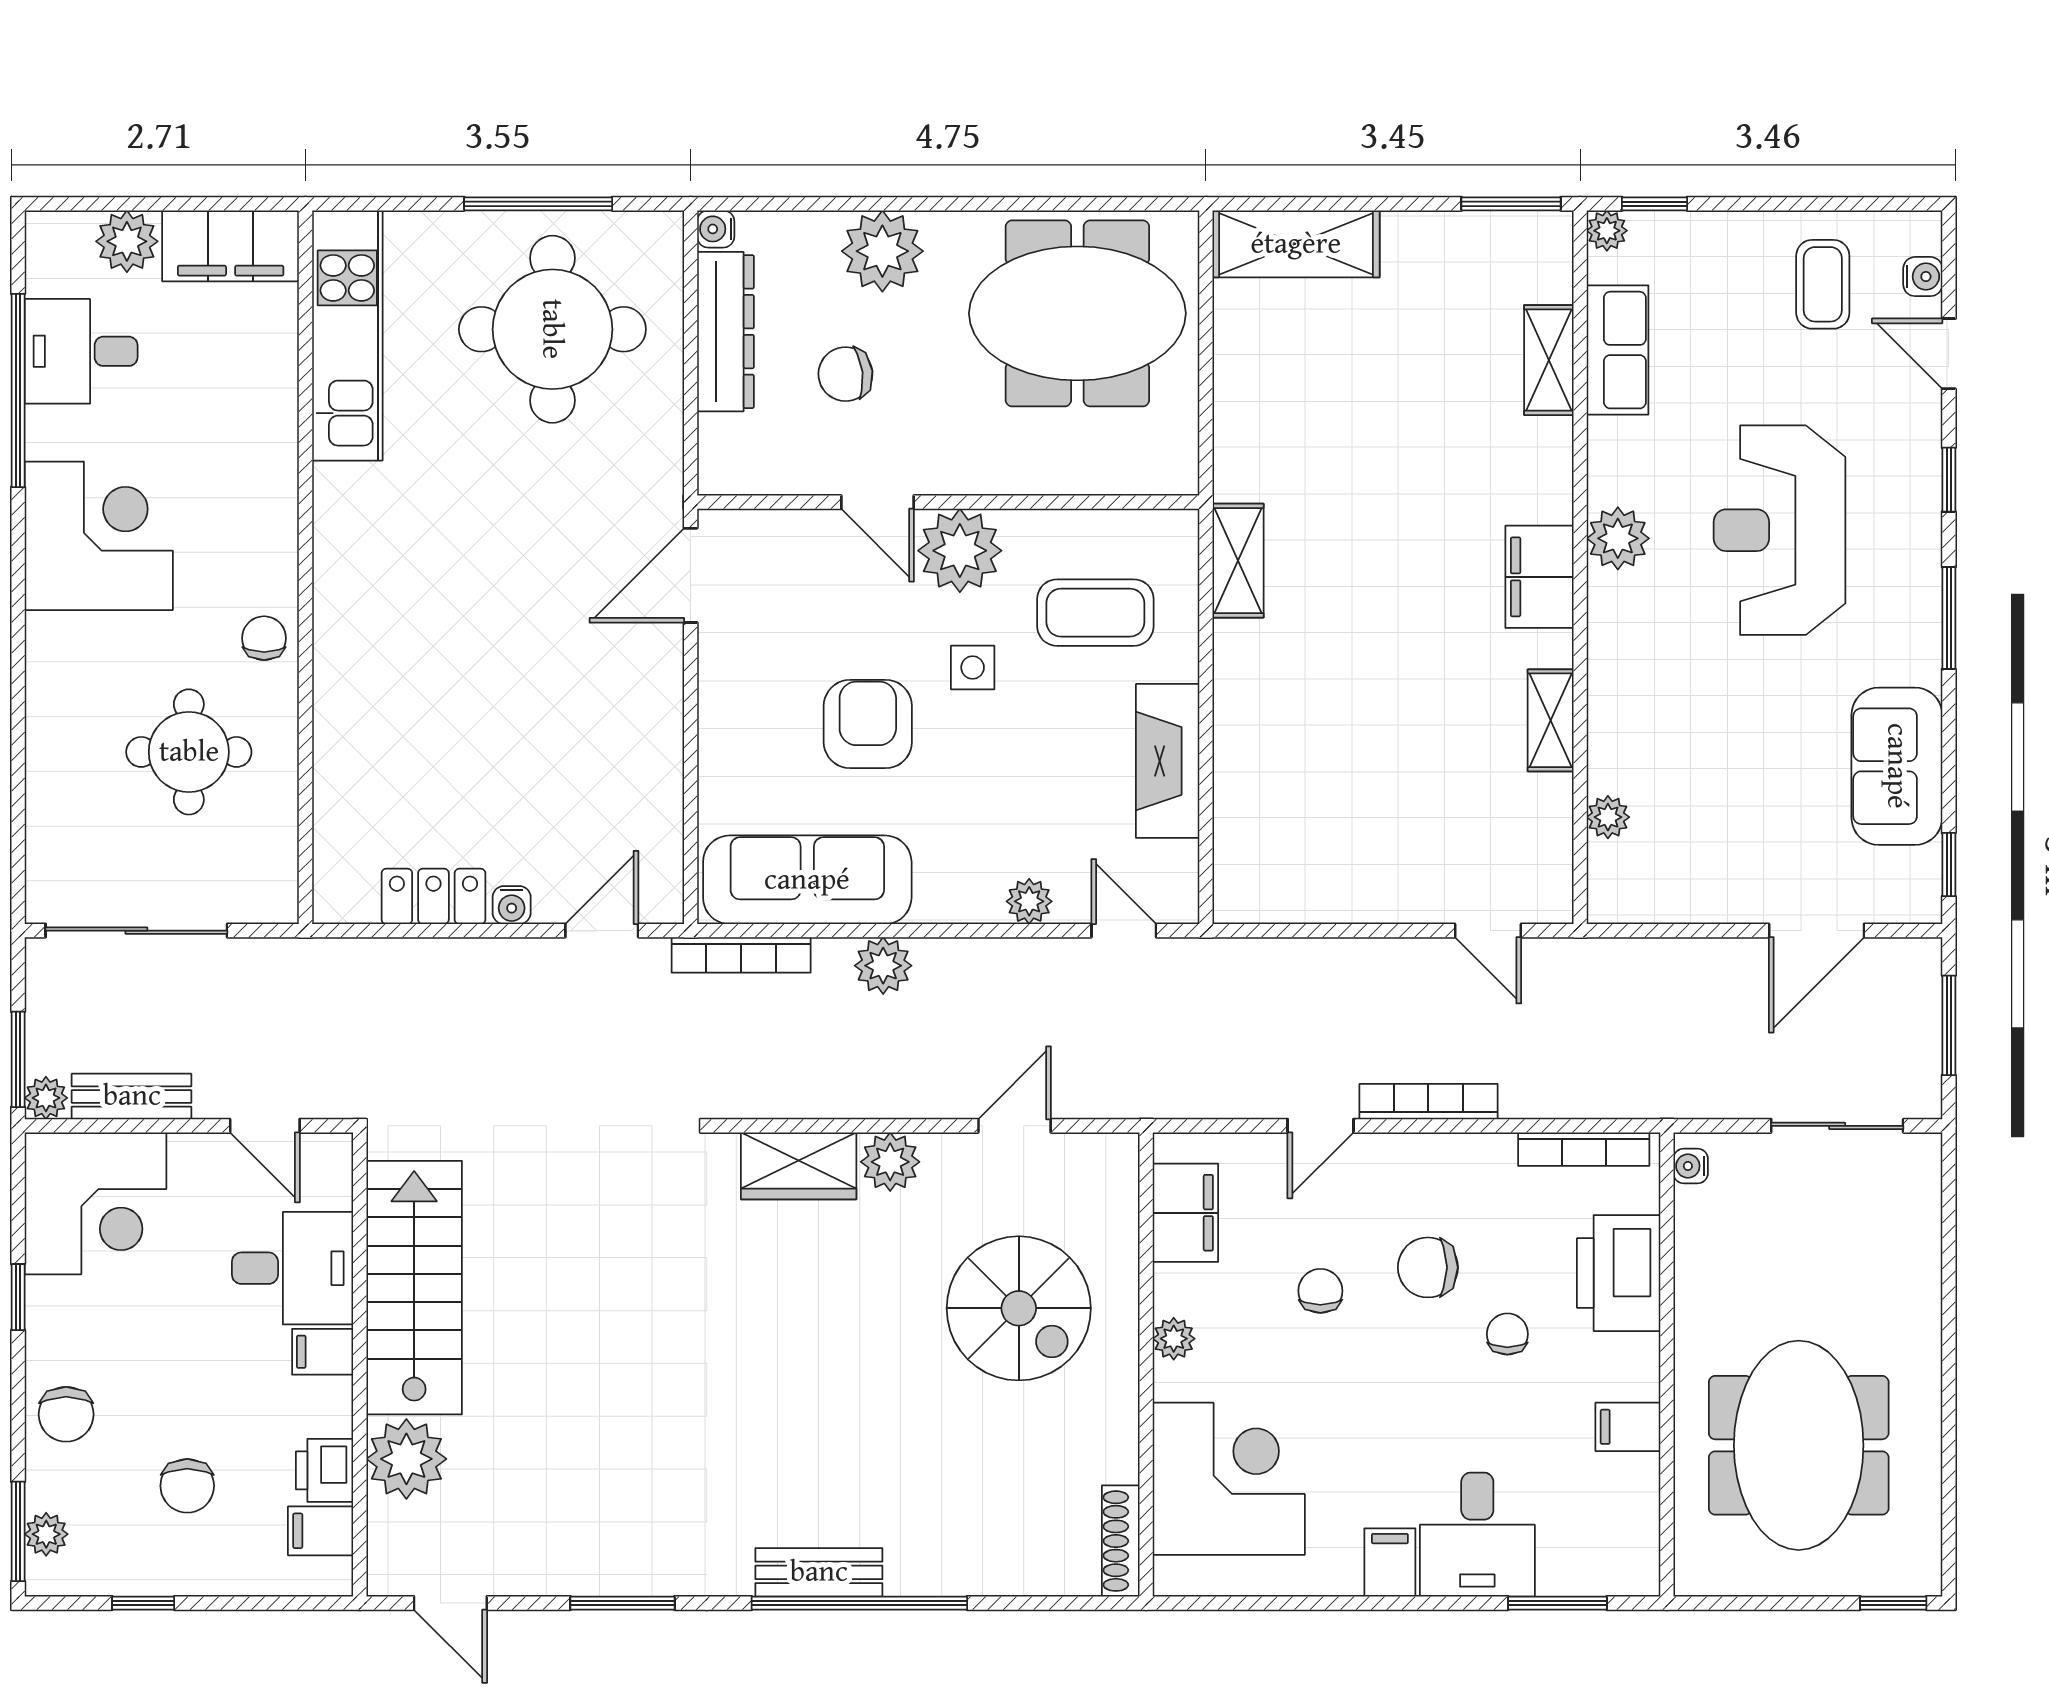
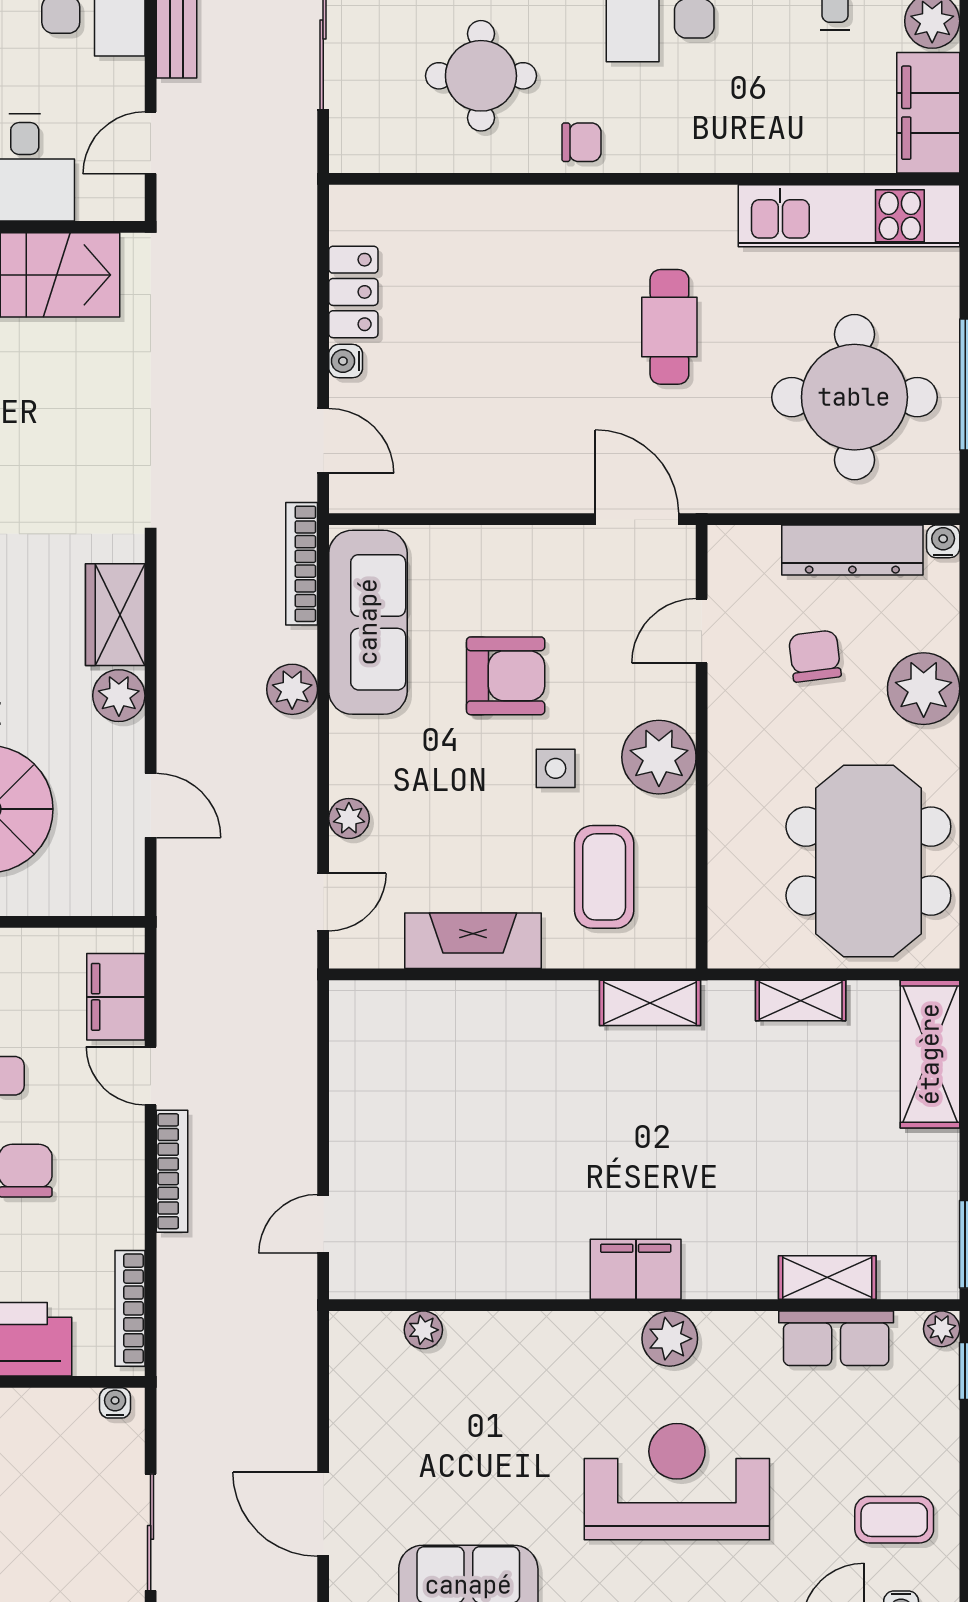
door: (877, 502) -> (702, 631), moved
cafe table: (473, 539) -> (669, 327), added
shelving: (1551, 720) -> (801, 1001), moved
filing cabinet: (1185, 1213) -> (116, 997), moved, turned 90

